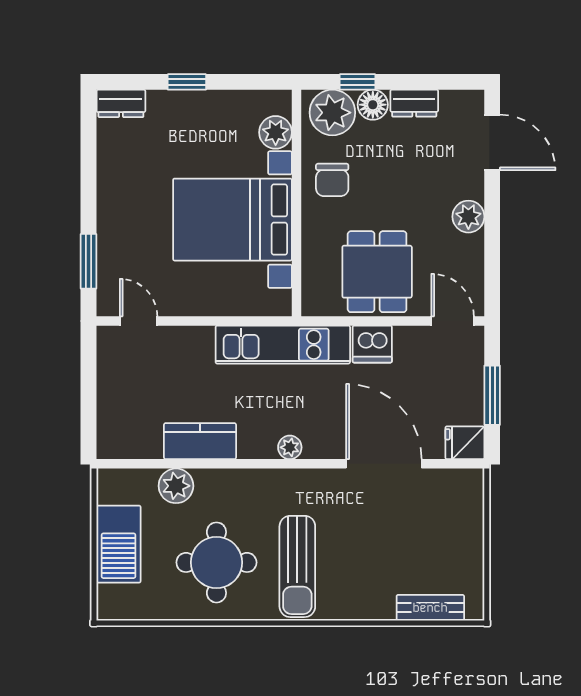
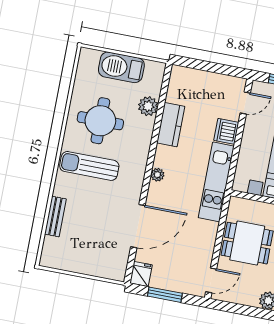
dishwasher: (372, 344) -> (226, 131), moved
bench: (430, 608) -> (55, 217), moved

